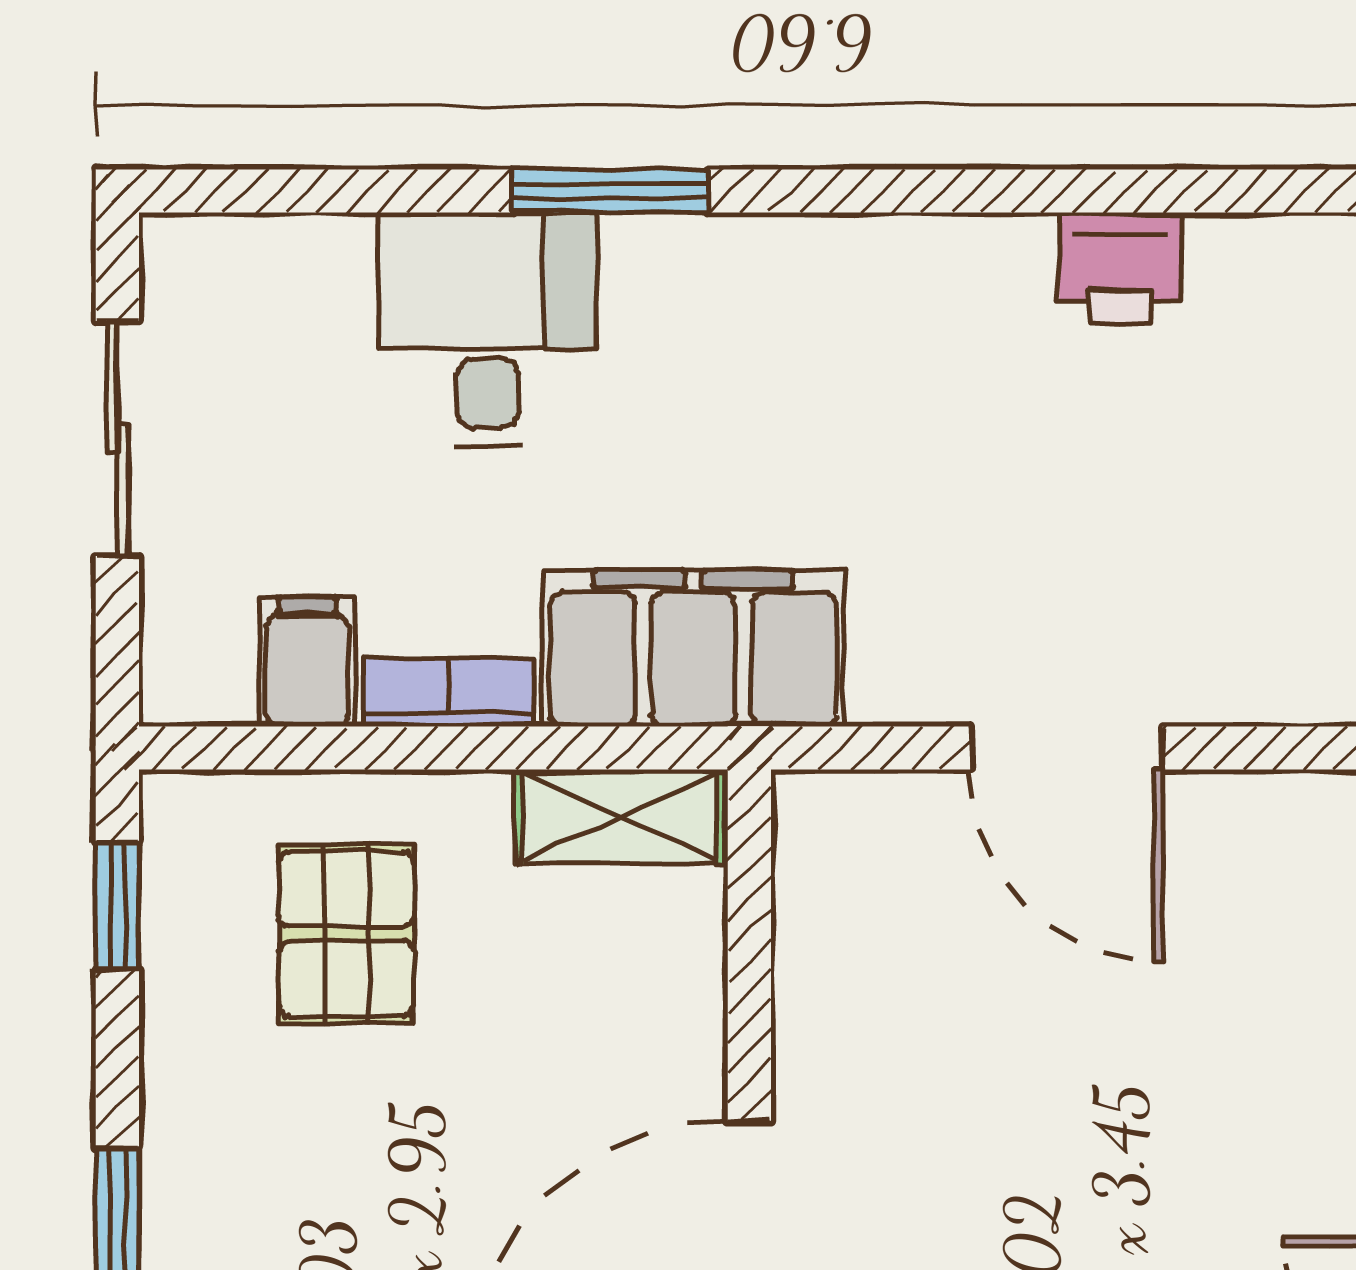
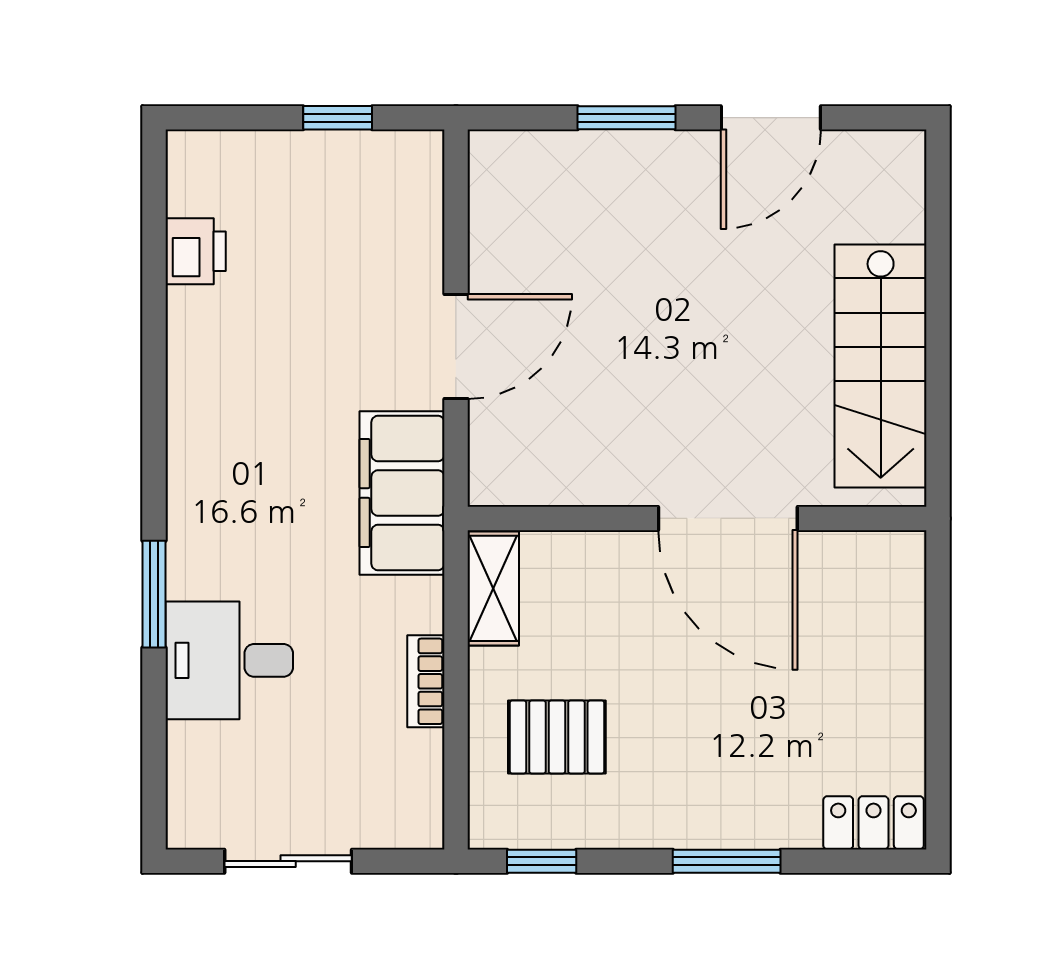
printer: (1120, 268) -> (196, 251), moved
filing cabinet: (693, 648) -> (402, 493), moved
filing cabinet: (307, 662) -> (409, 758), removed

